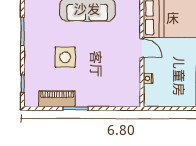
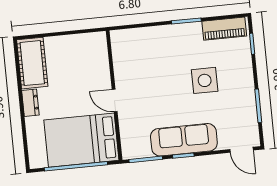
nightstand: (148, 78) -> (104, 65), removed
piano: (57, 99) -> (224, 29), moved

